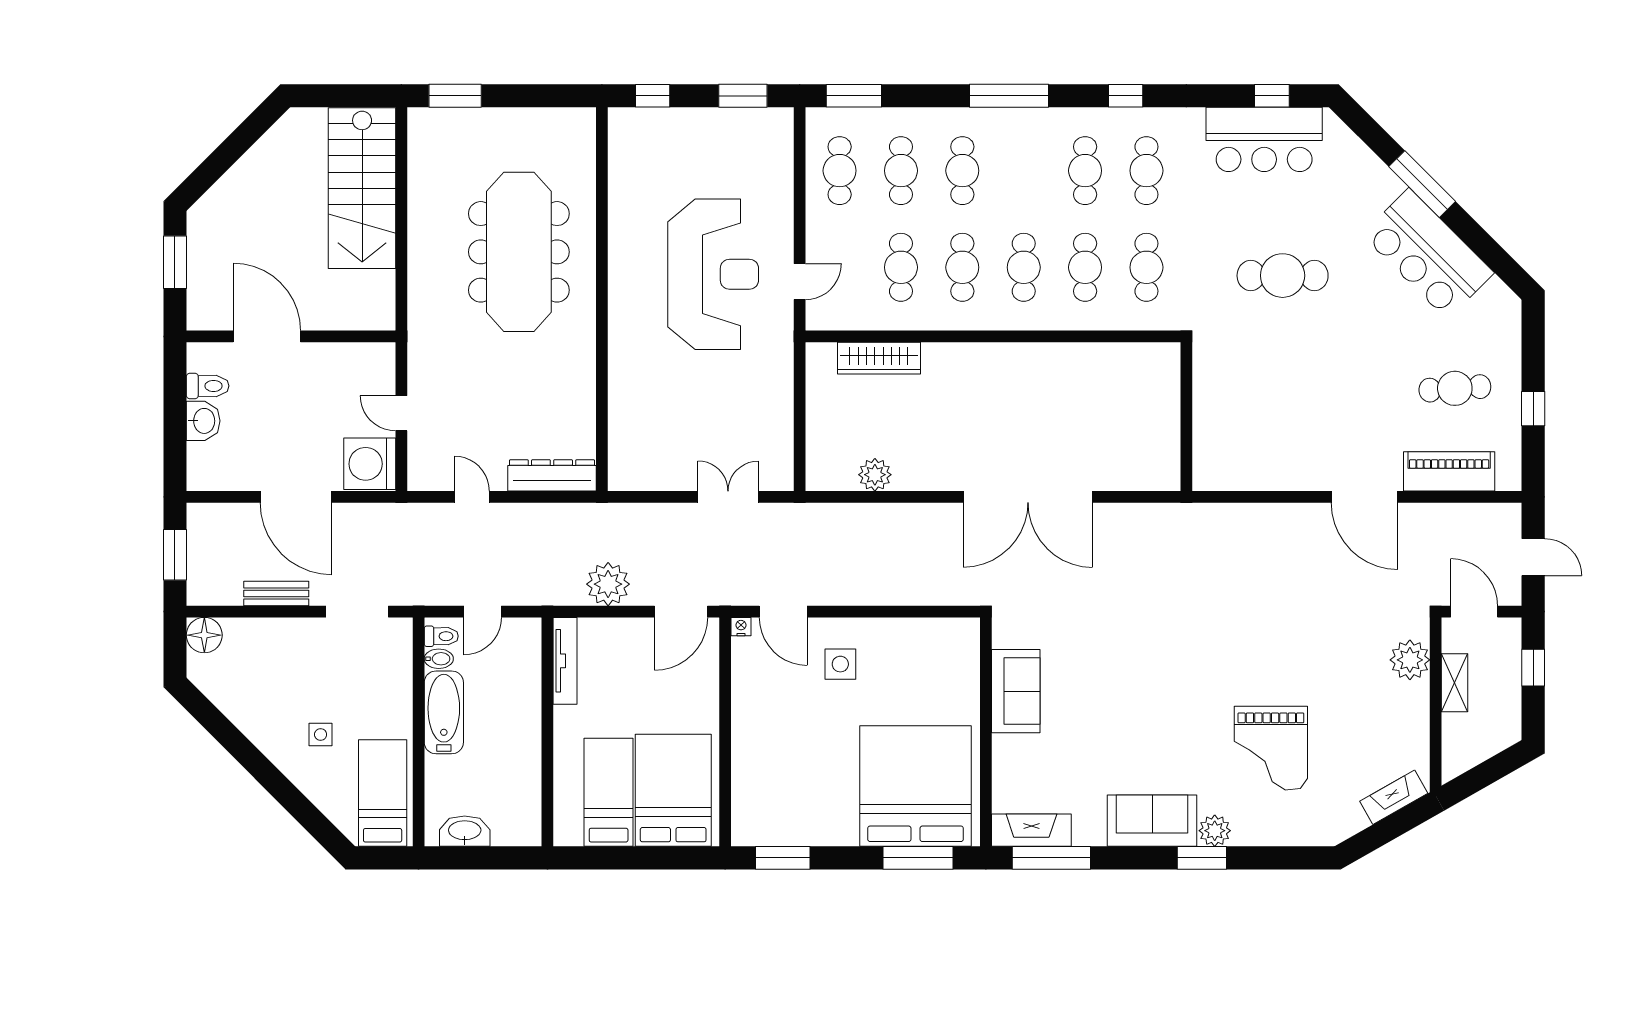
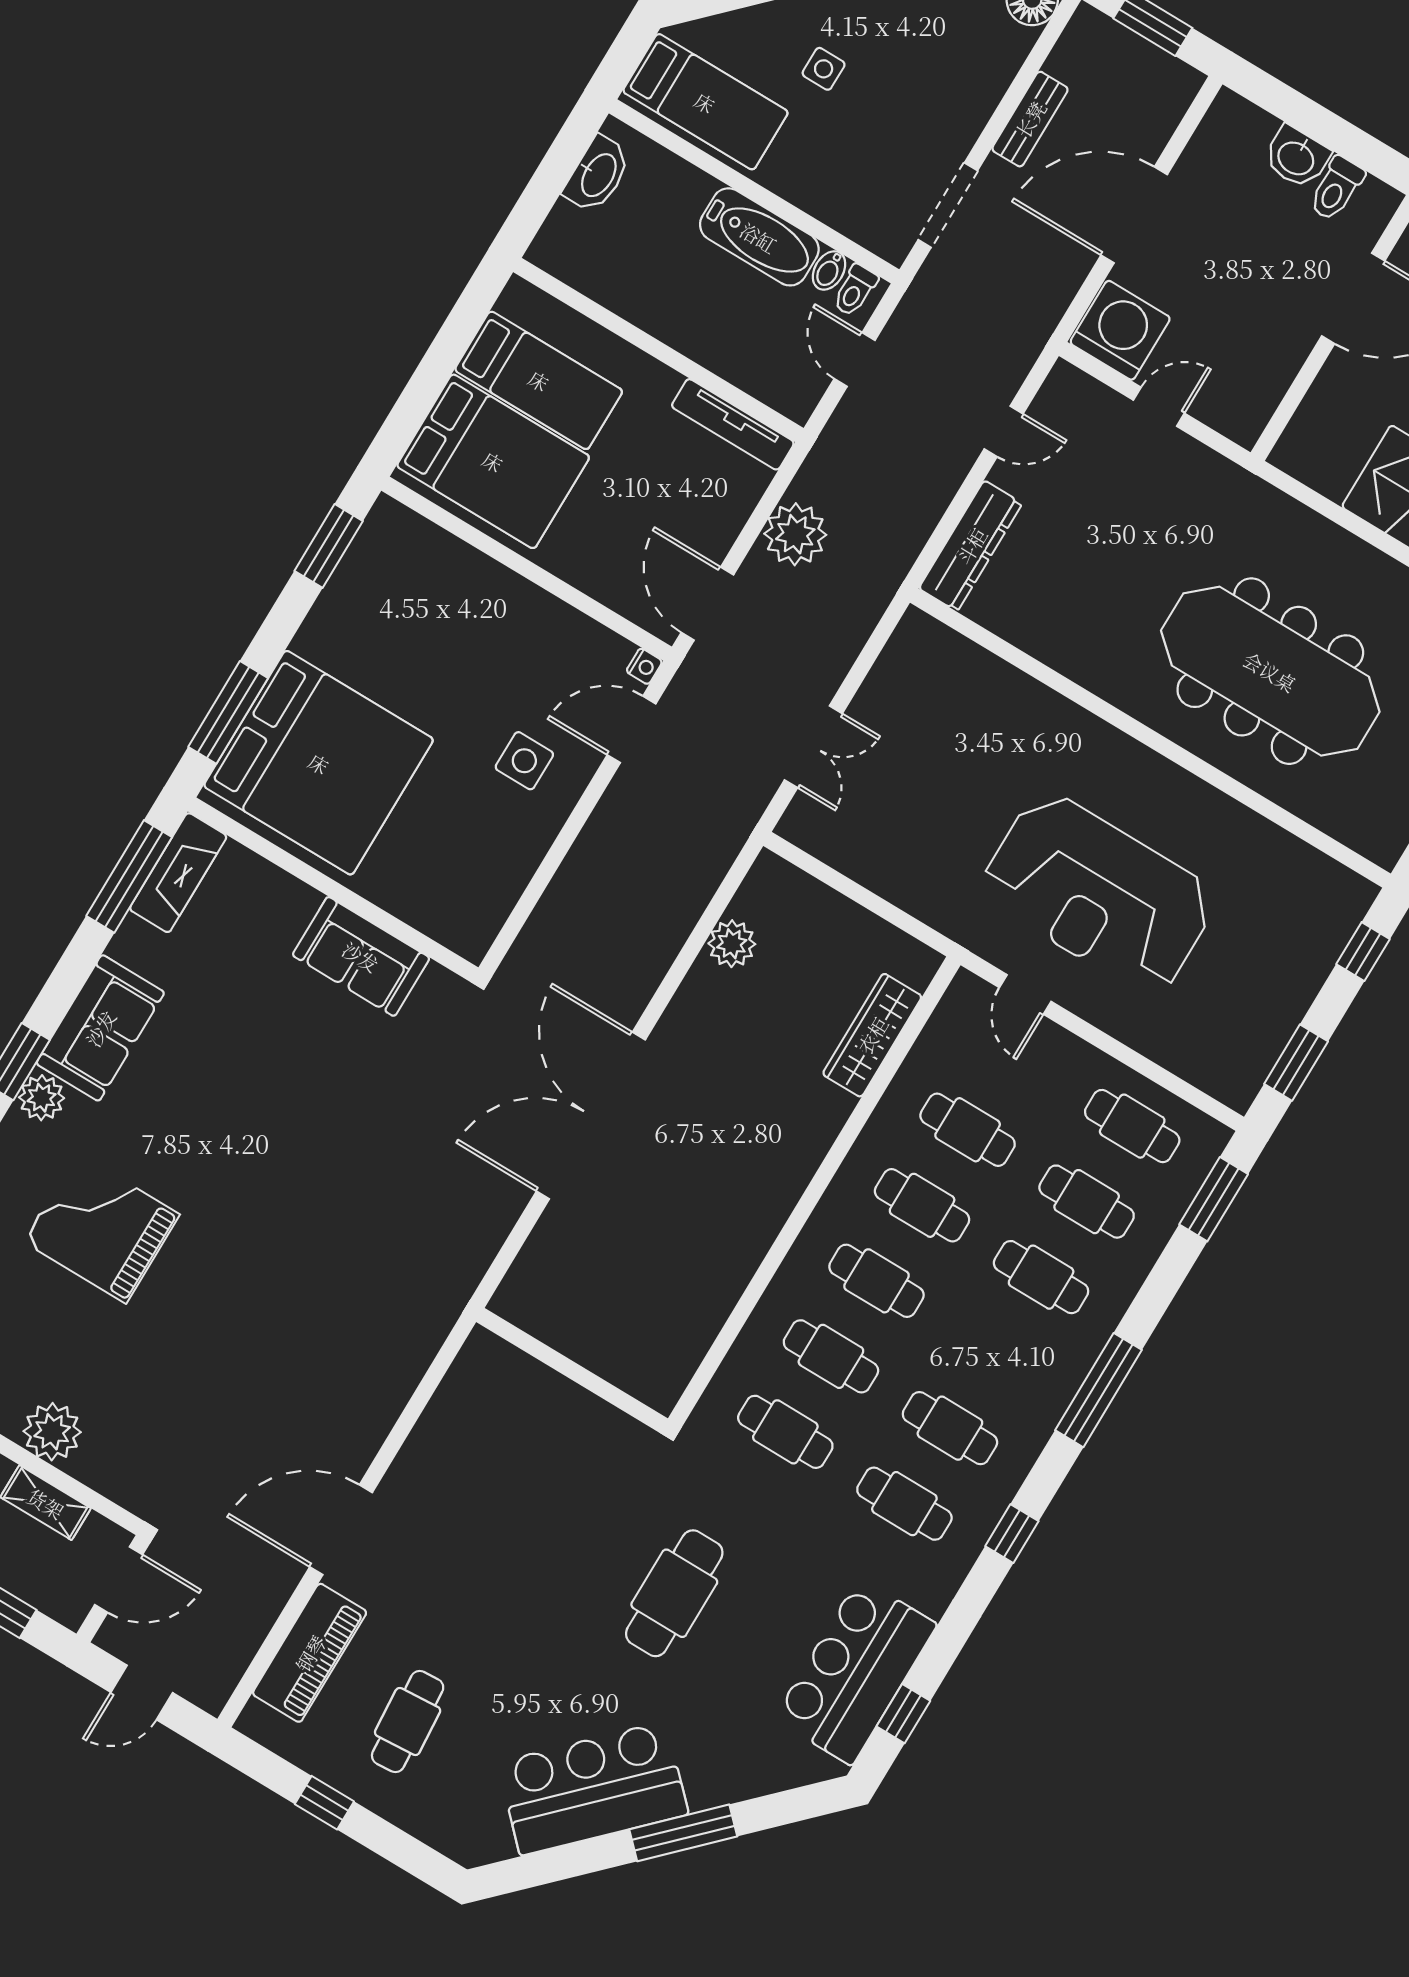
plant: (1410, 660) -> (52, 1432), moved

